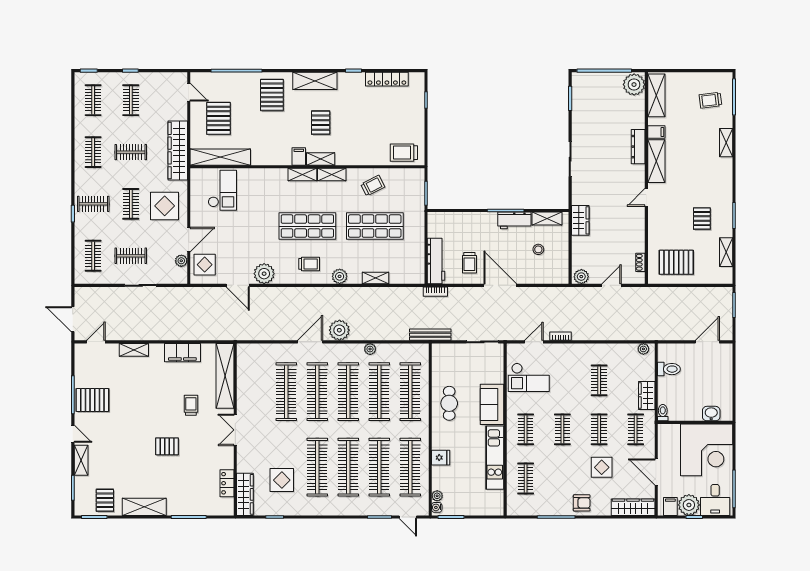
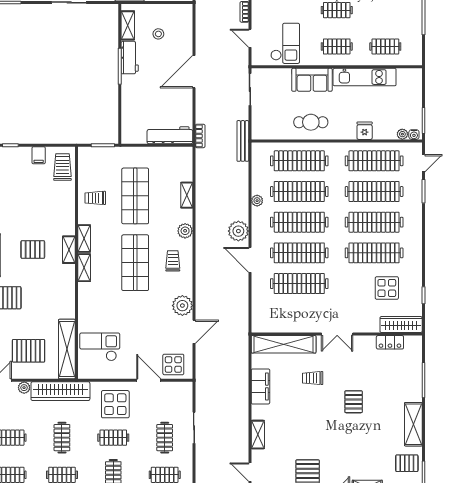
trolley: (404, 153) -> (62, 167), turned 180
filing cabinet: (299, 156) -> (39, 155), moved, turned -90
trolley: (373, 186) -> (95, 198), turned -63
plant: (181, 261) -> (24, 388), moved
trolley: (469, 263) -> (172, 102), removed

